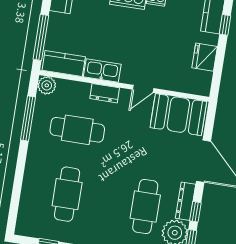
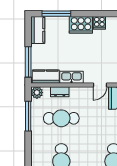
dresser: (105, 93) -> (60, 92), moved

